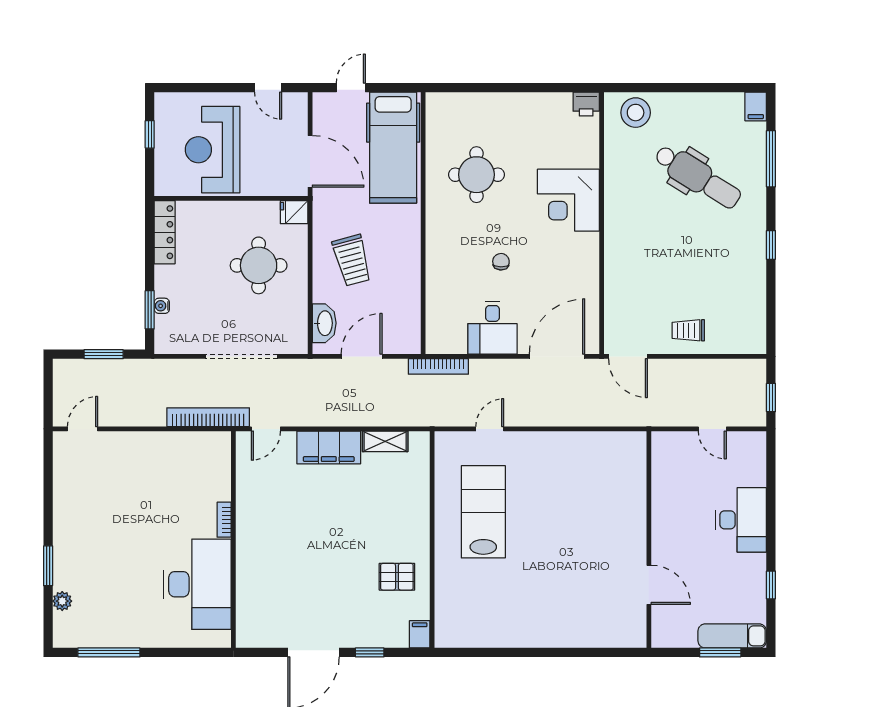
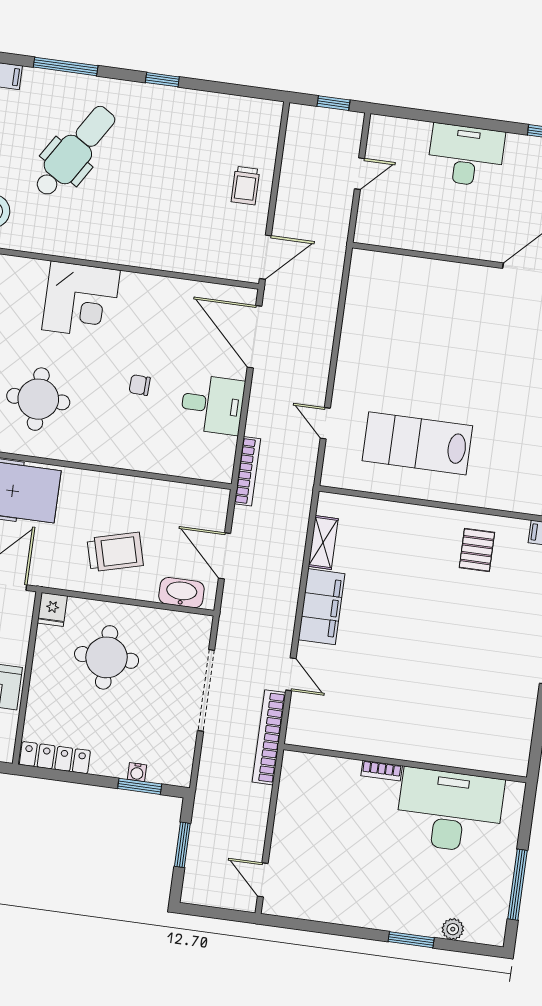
bookcase: (224, 520) -> (382, 771), moved
wall: (233, 539) -> (405, 763), moved
desk: (197, 584) -> (450, 811), moved

